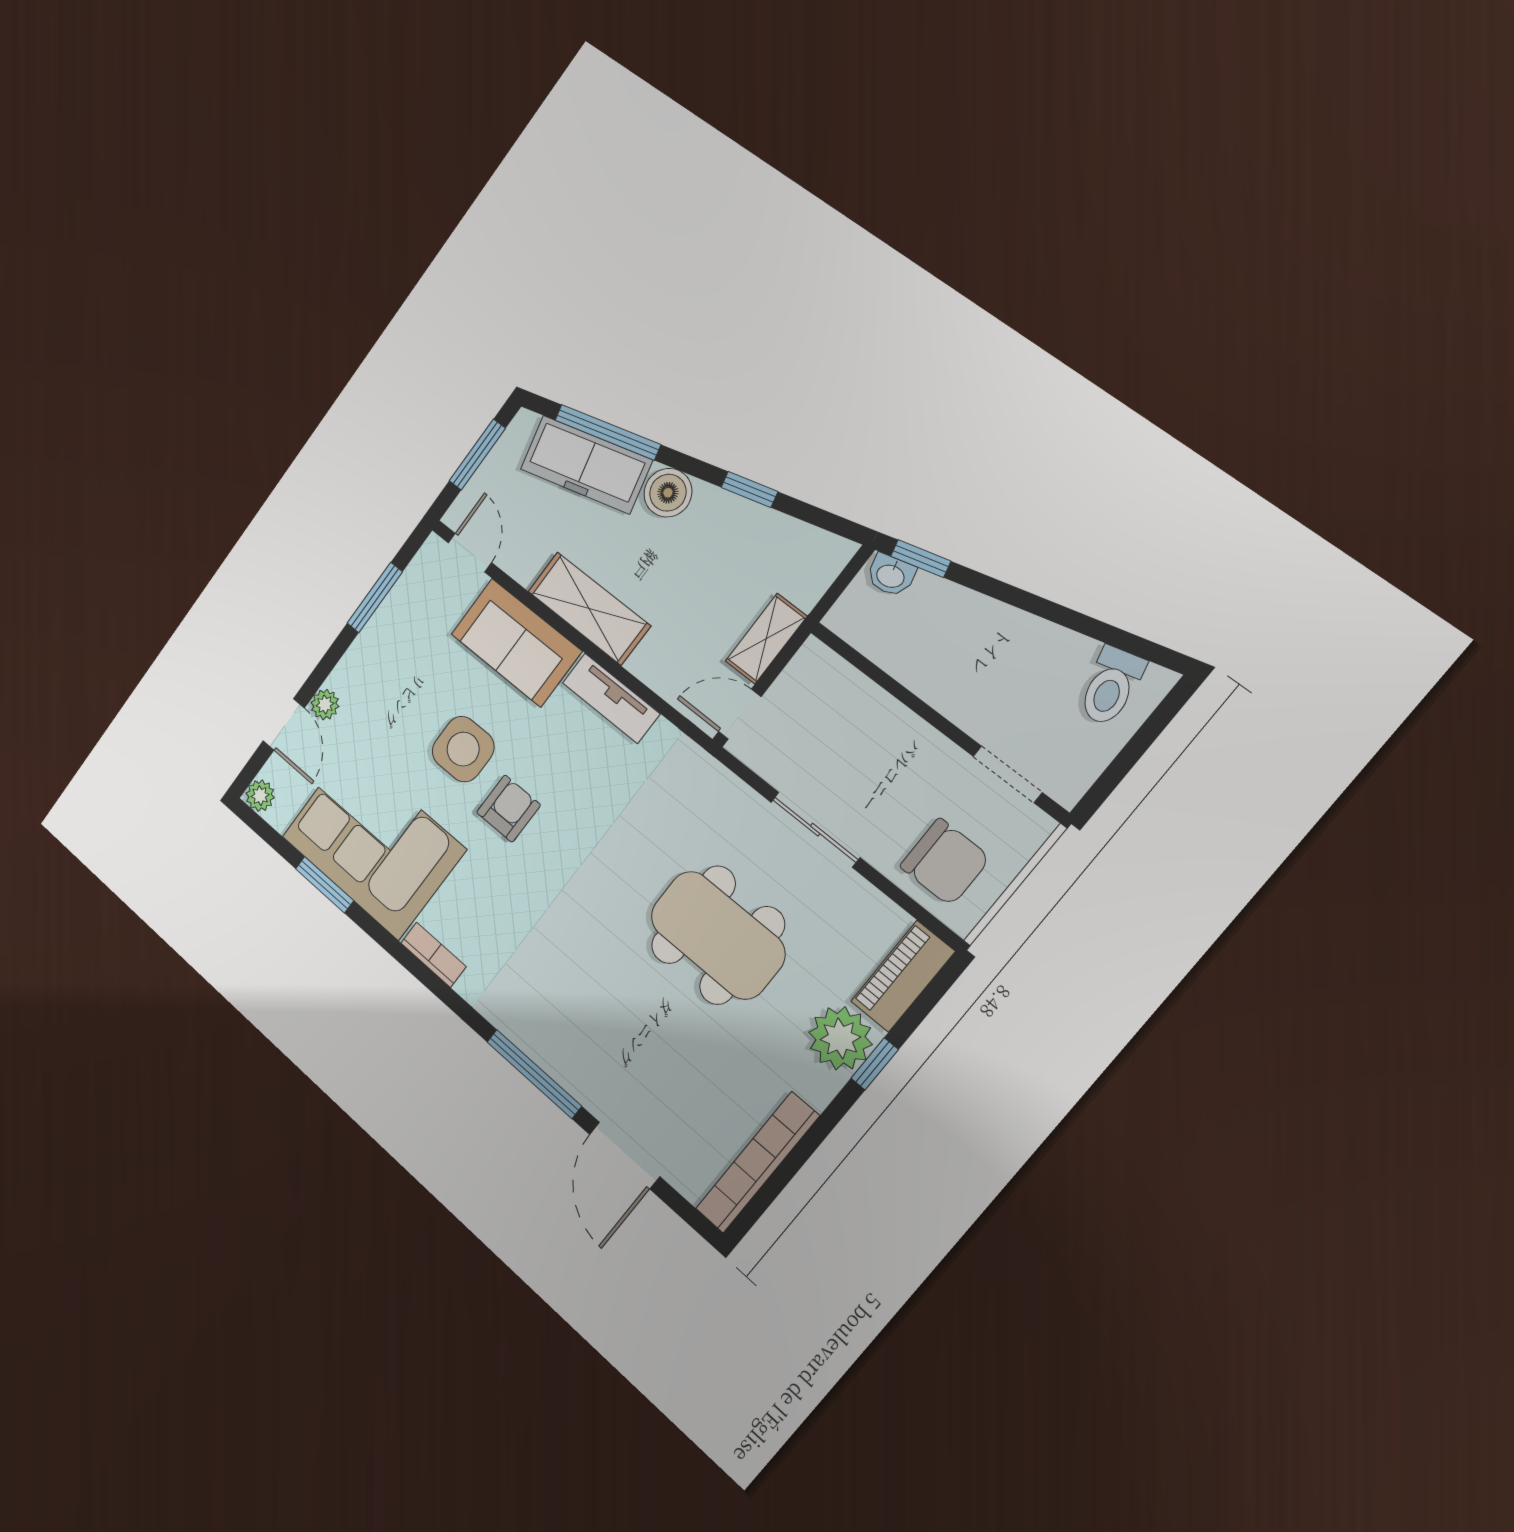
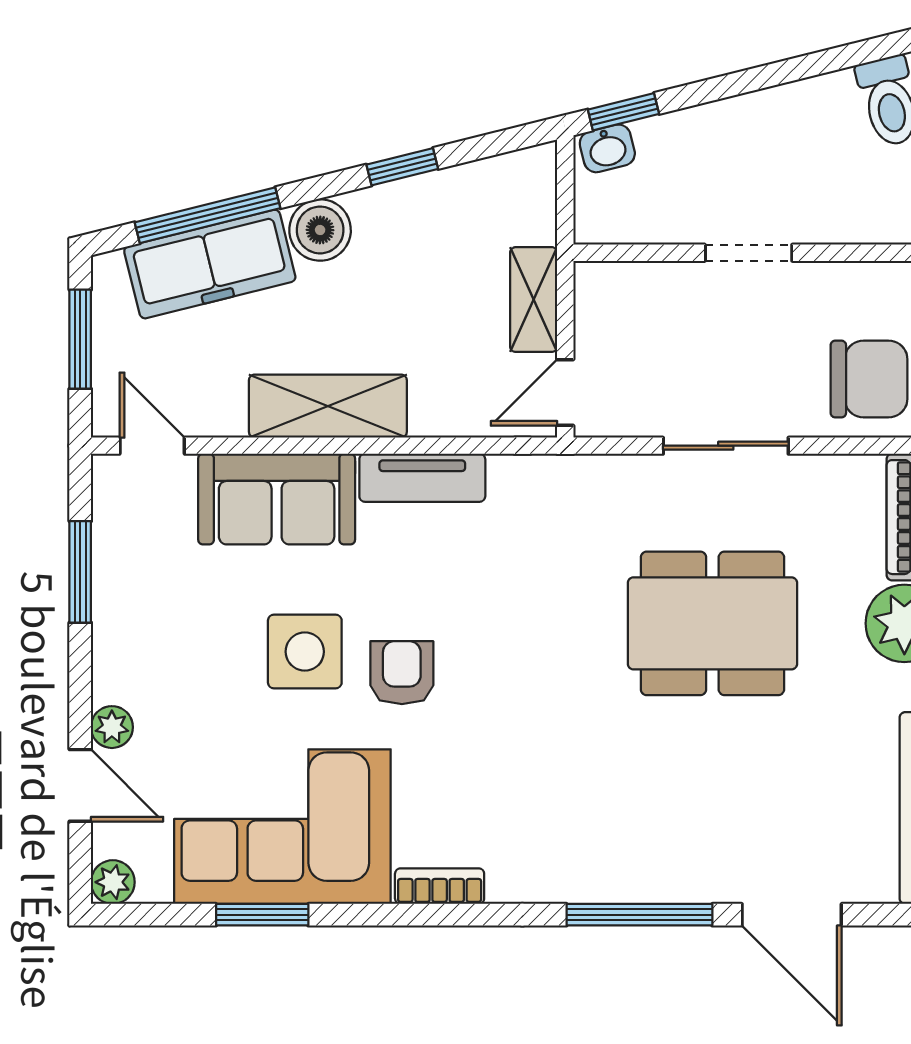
doorway: (1008, 774) -> (749, 253), moved

